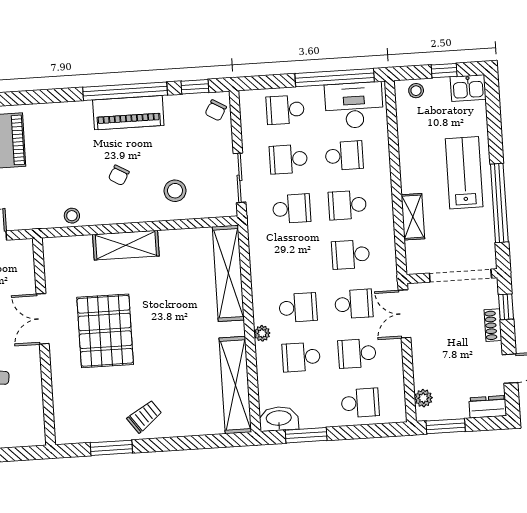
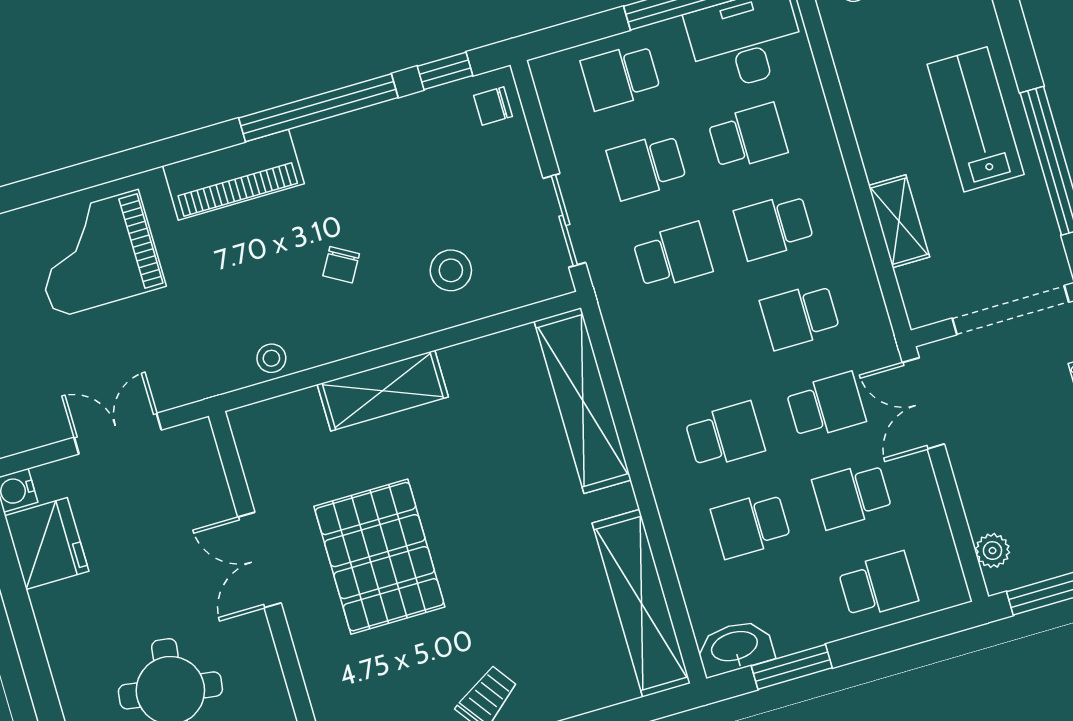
chair: (216, 110) -> (493, 106), turned 60
piano: (128, 113) -> (233, 175), moved
plant: (262, 333) -> (669, 497), removed

